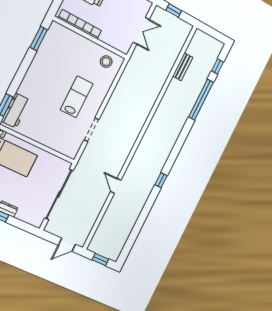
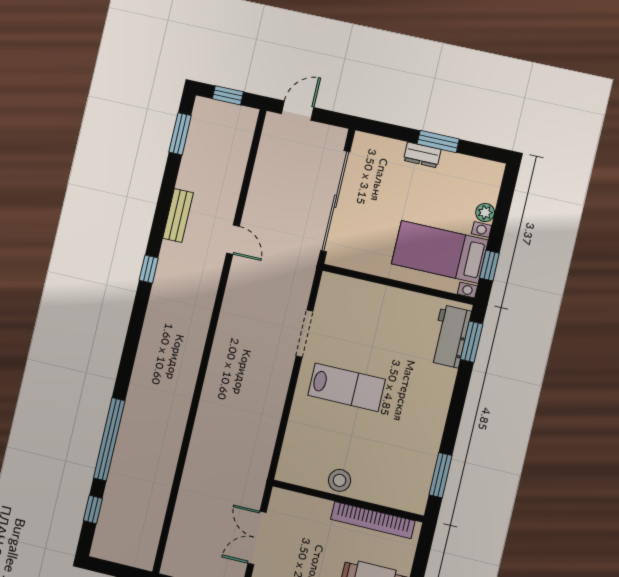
stool: (106, 62) -> (340, 480), moved
bench: (183, 67) -> (178, 215), moved
lab bench: (77, 97) -> (347, 387), turned -90
window: (129, 245) -> (180, 134), added

